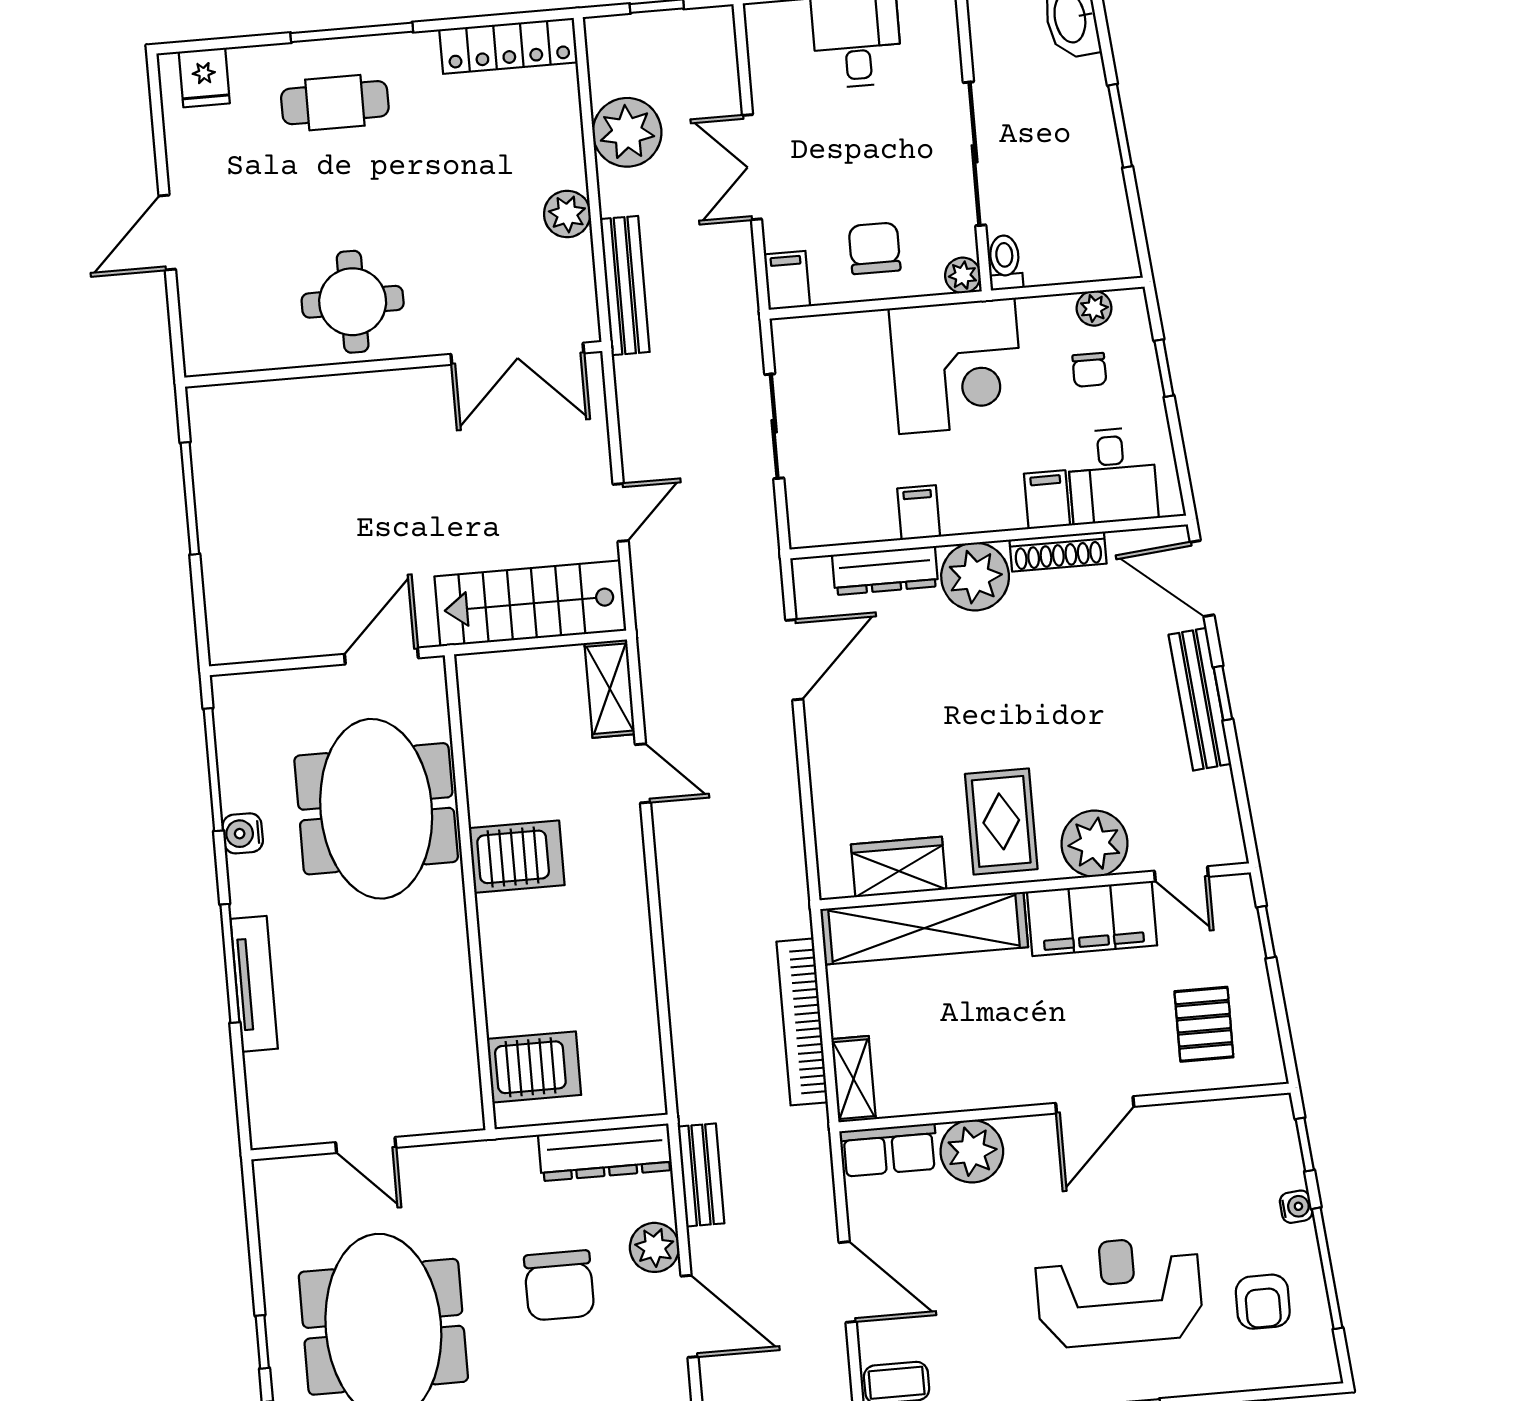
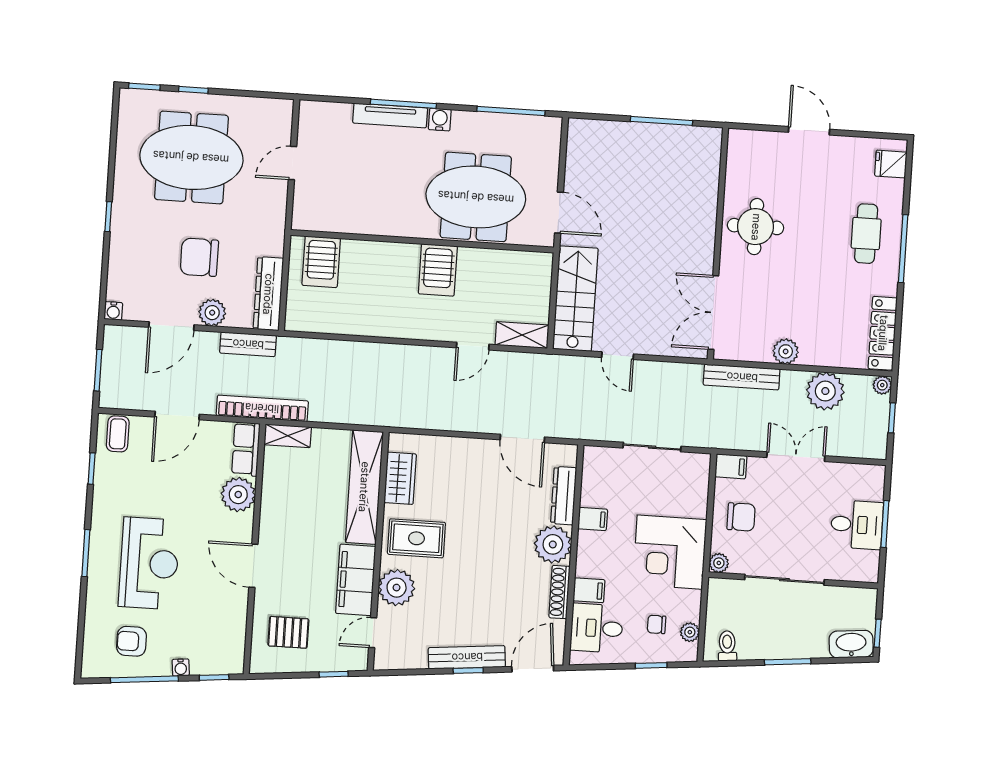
plant: (601, 32) -> (882, 385), added
toilet: (1005, 262) -> (727, 646), moved, turned -95
water cooler: (243, 833) -> (440, 120), moved
bookcase: (802, 1022) -> (262, 408), moved

